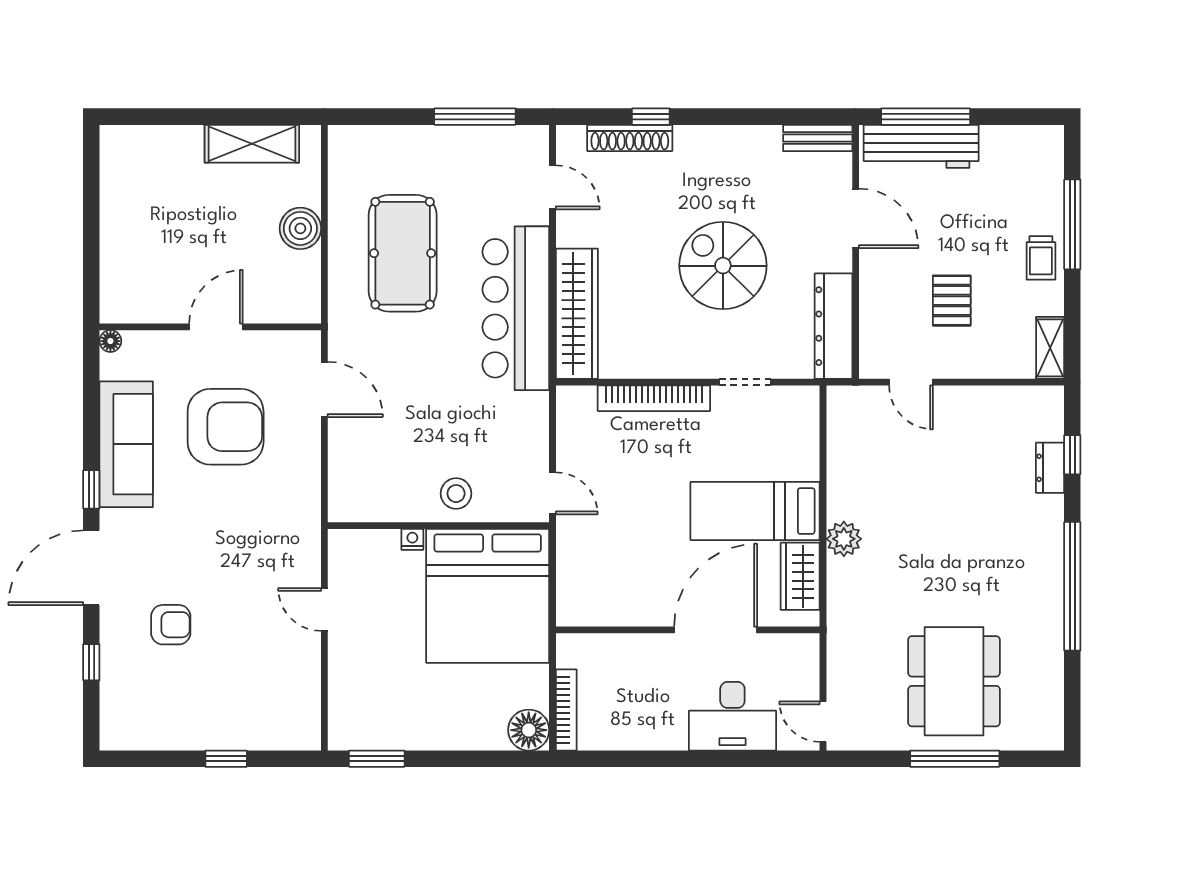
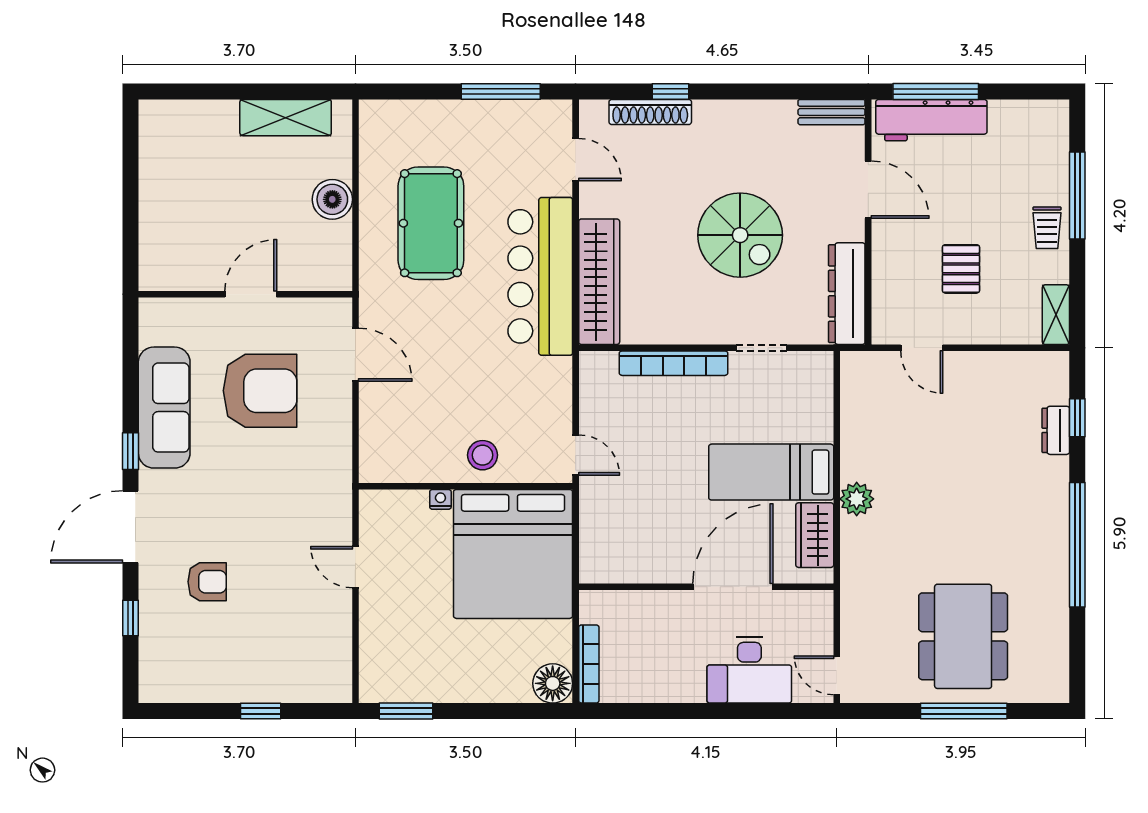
spiral stairs: (723, 266) -> (740, 235), turned 180
floor lamp: (110, 341) -> (149, 308), removed

